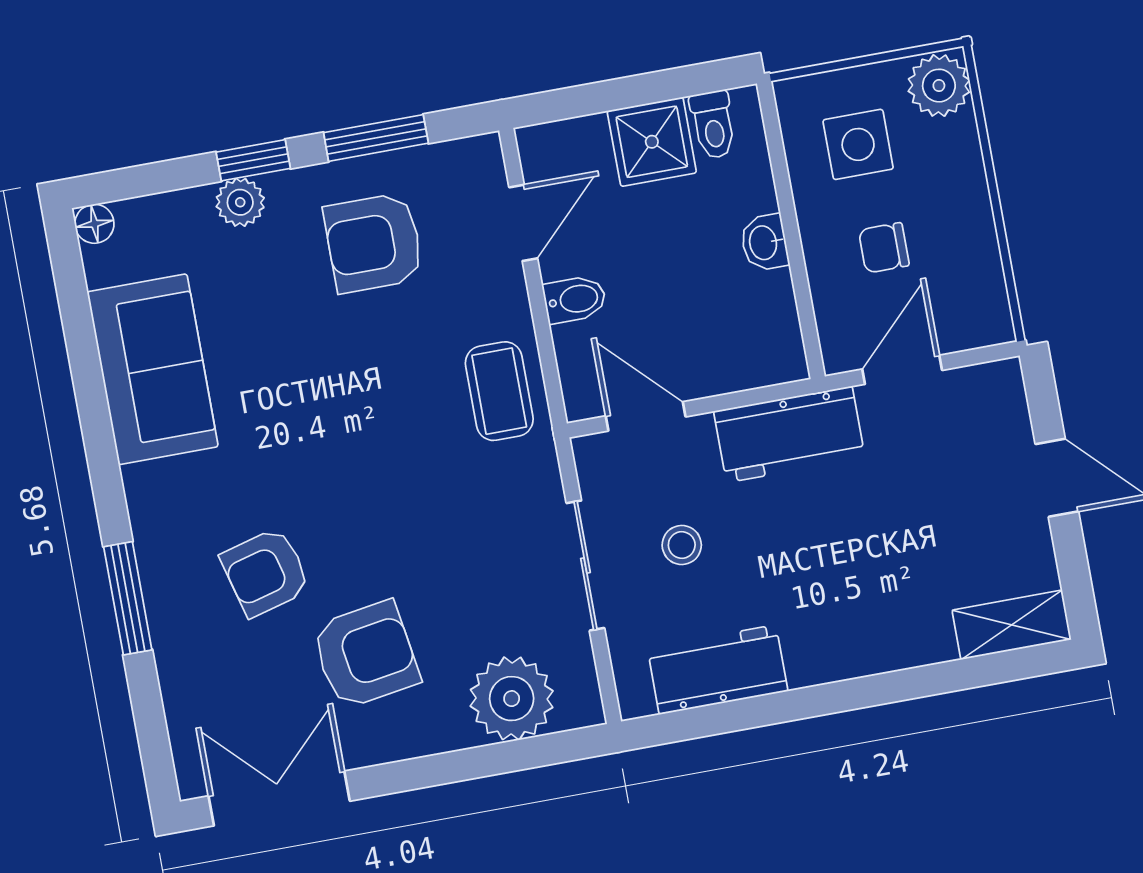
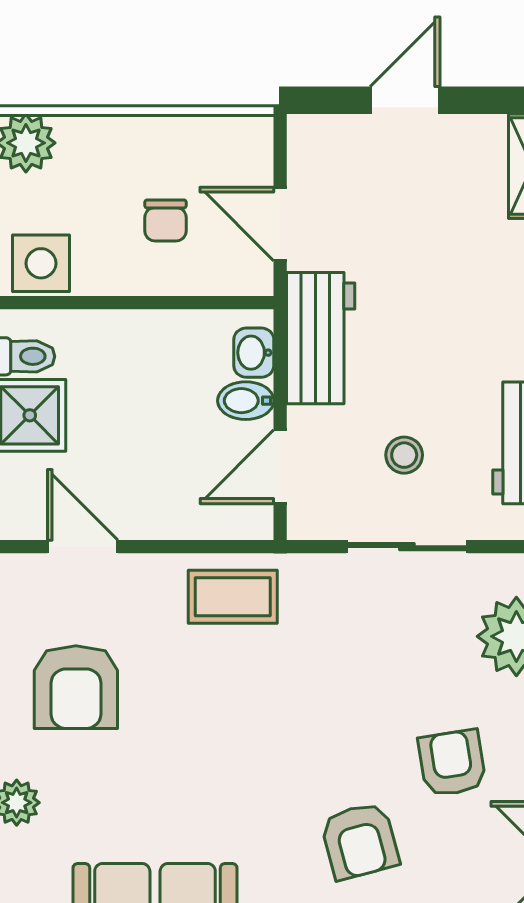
side table: (858, 144) -> (41, 263), moved
washbasin: (764, 243) -> (254, 353), moved, turned 90
bidet: (575, 299) -> (246, 401), moved, turned -90
armchair: (366, 655) -> (452, 763), width x0.72, depth x0.72

